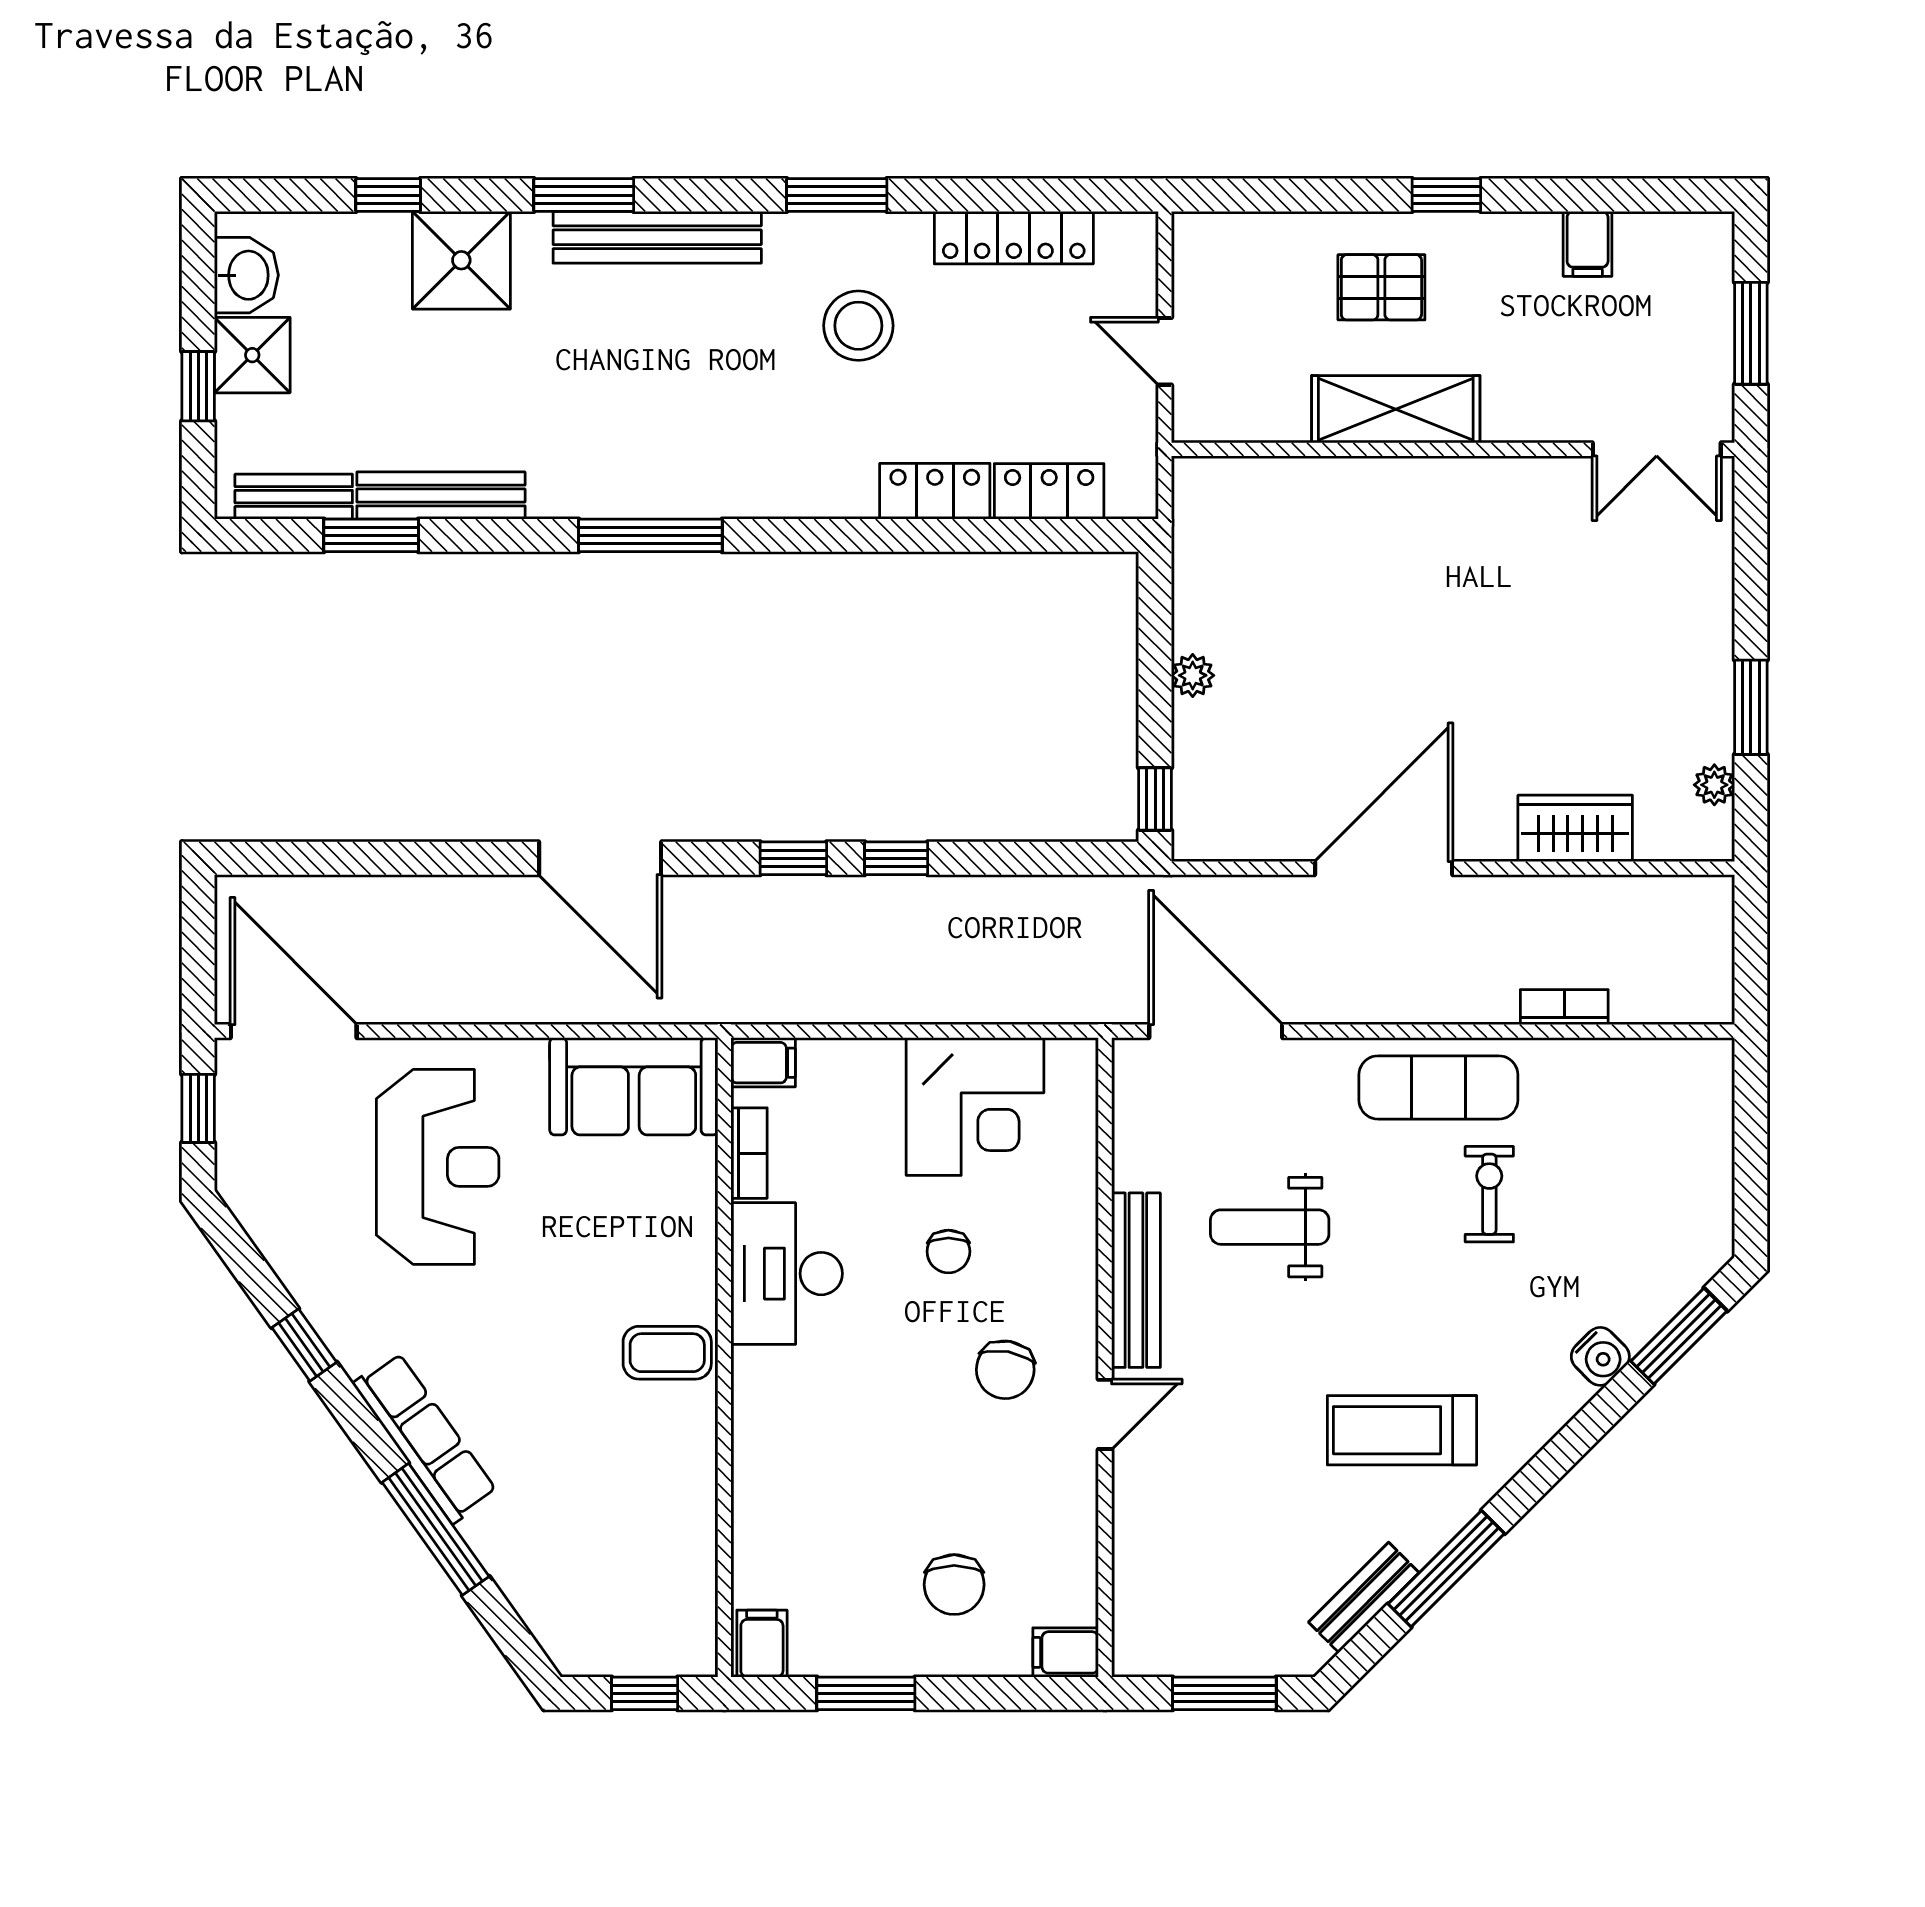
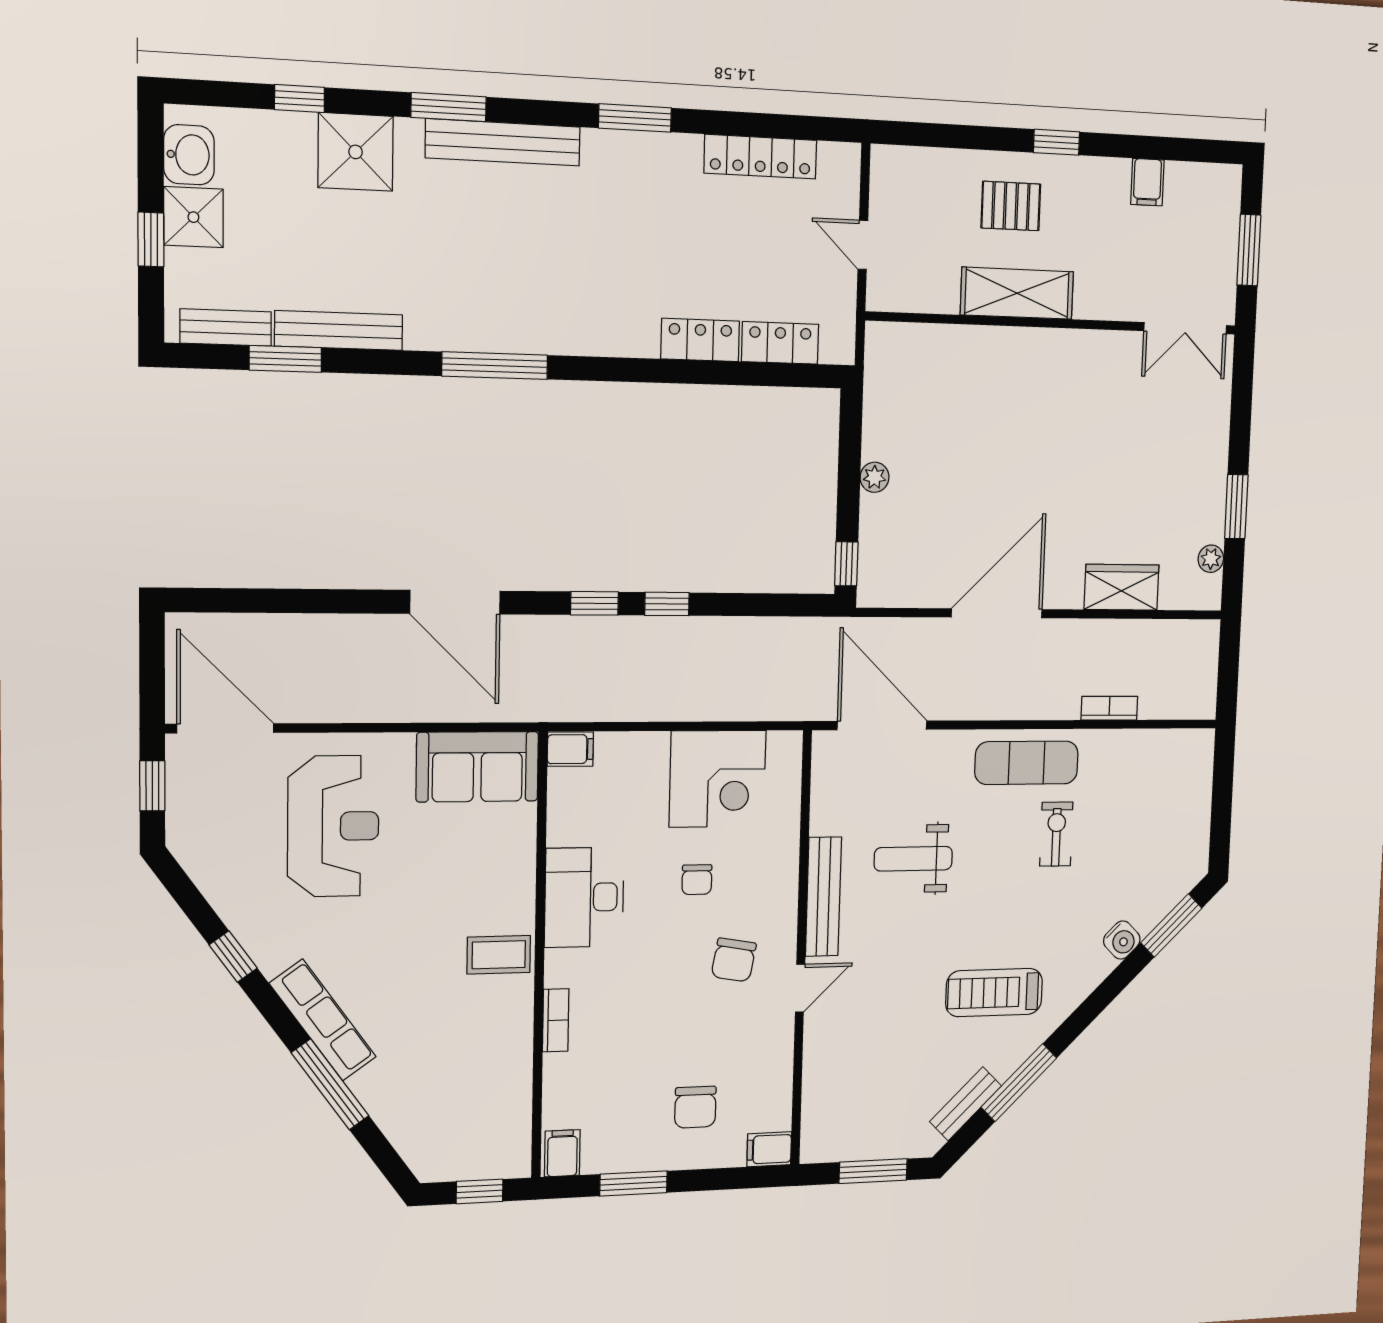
stool: (858, 326) -> (649, 216), removed
bookcase: (749, 1153) -> (556, 1020), moved

